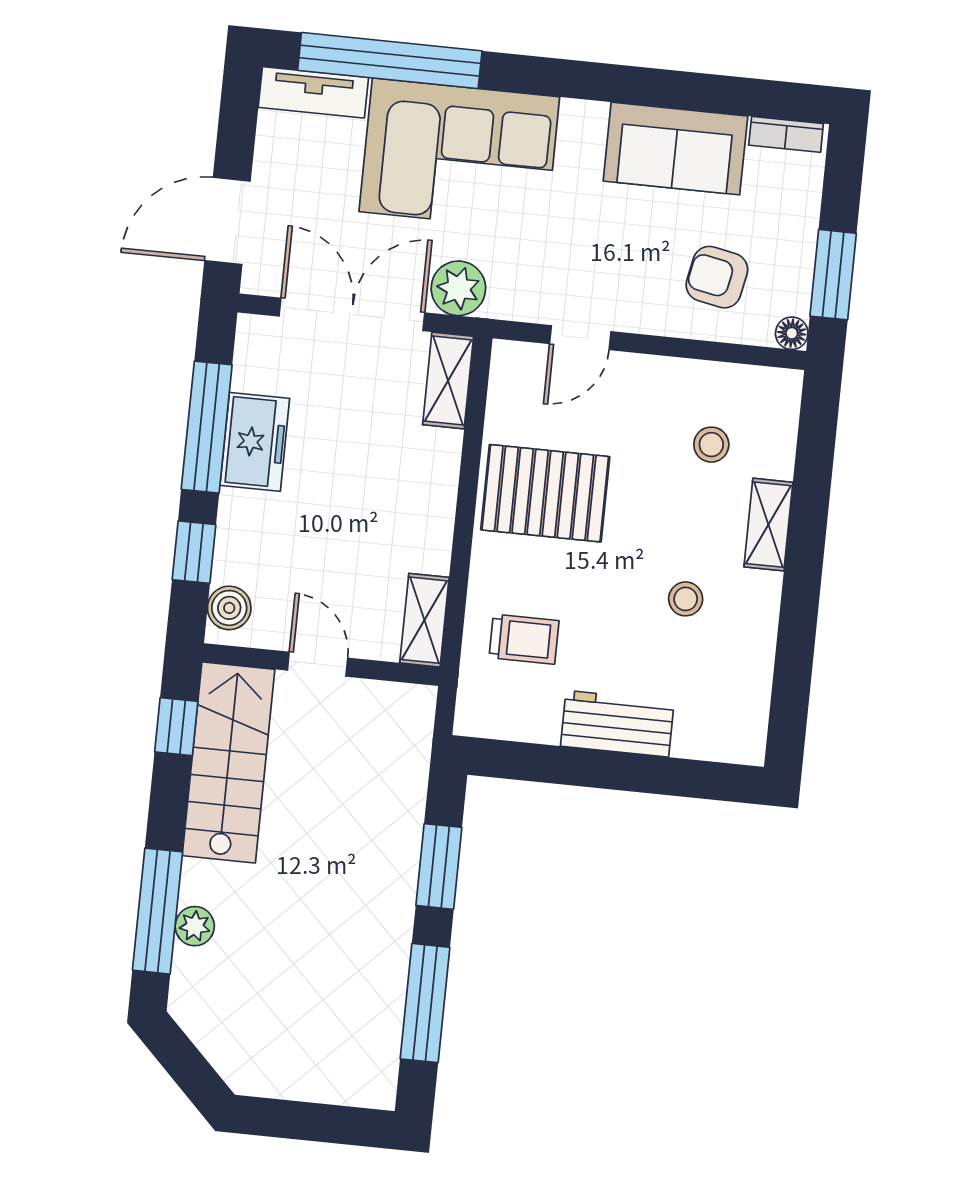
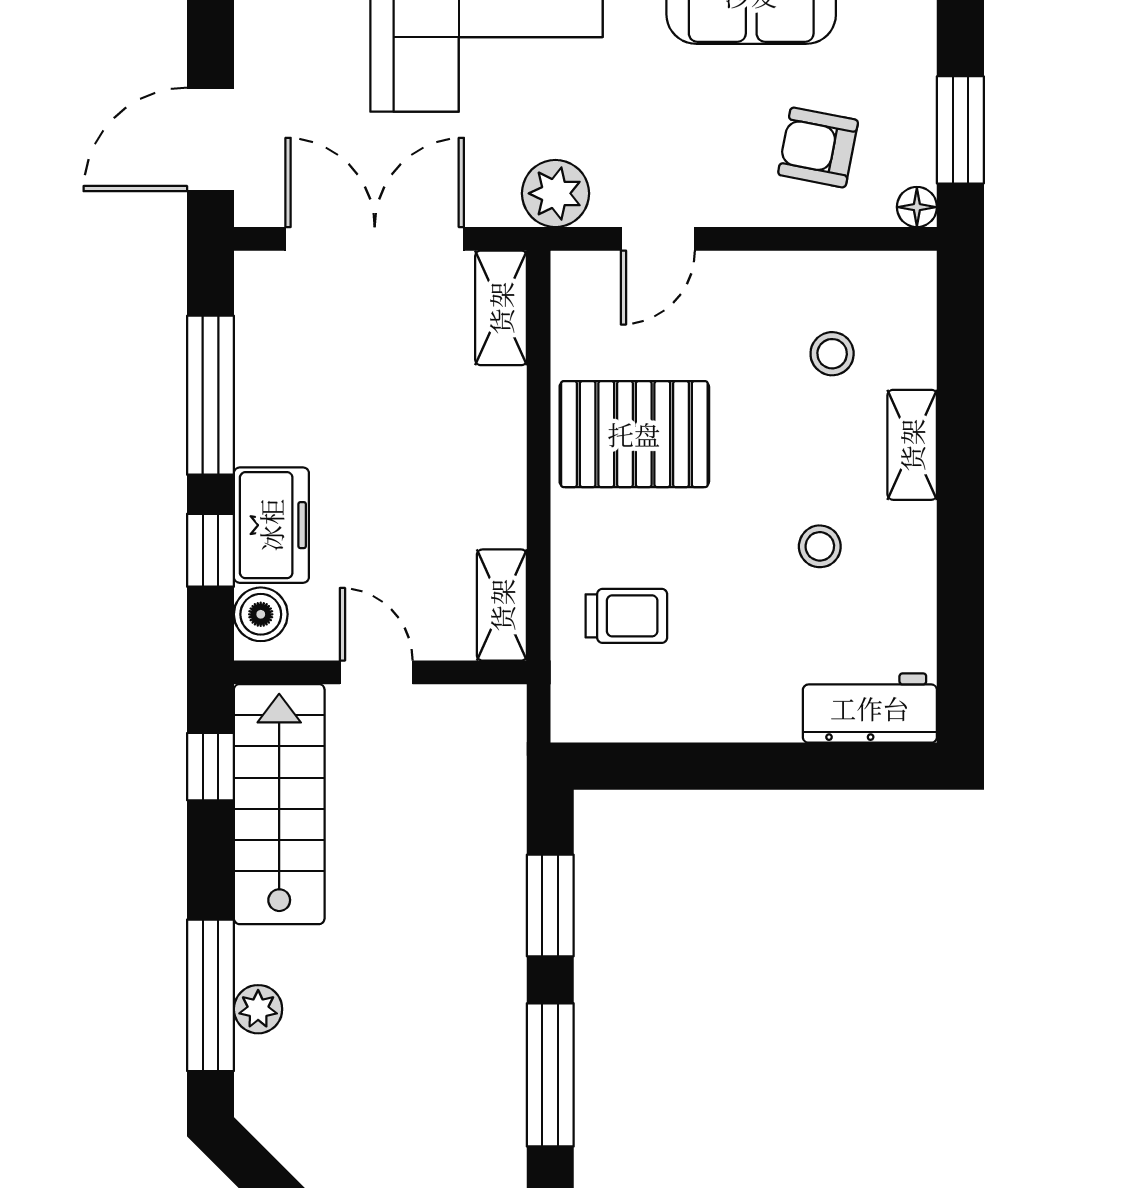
plant: (458, 288) -> (555, 193), moved
freezer: (255, 442) -> (271, 525), moved
workbench: (617, 724) -> (870, 708), moved

